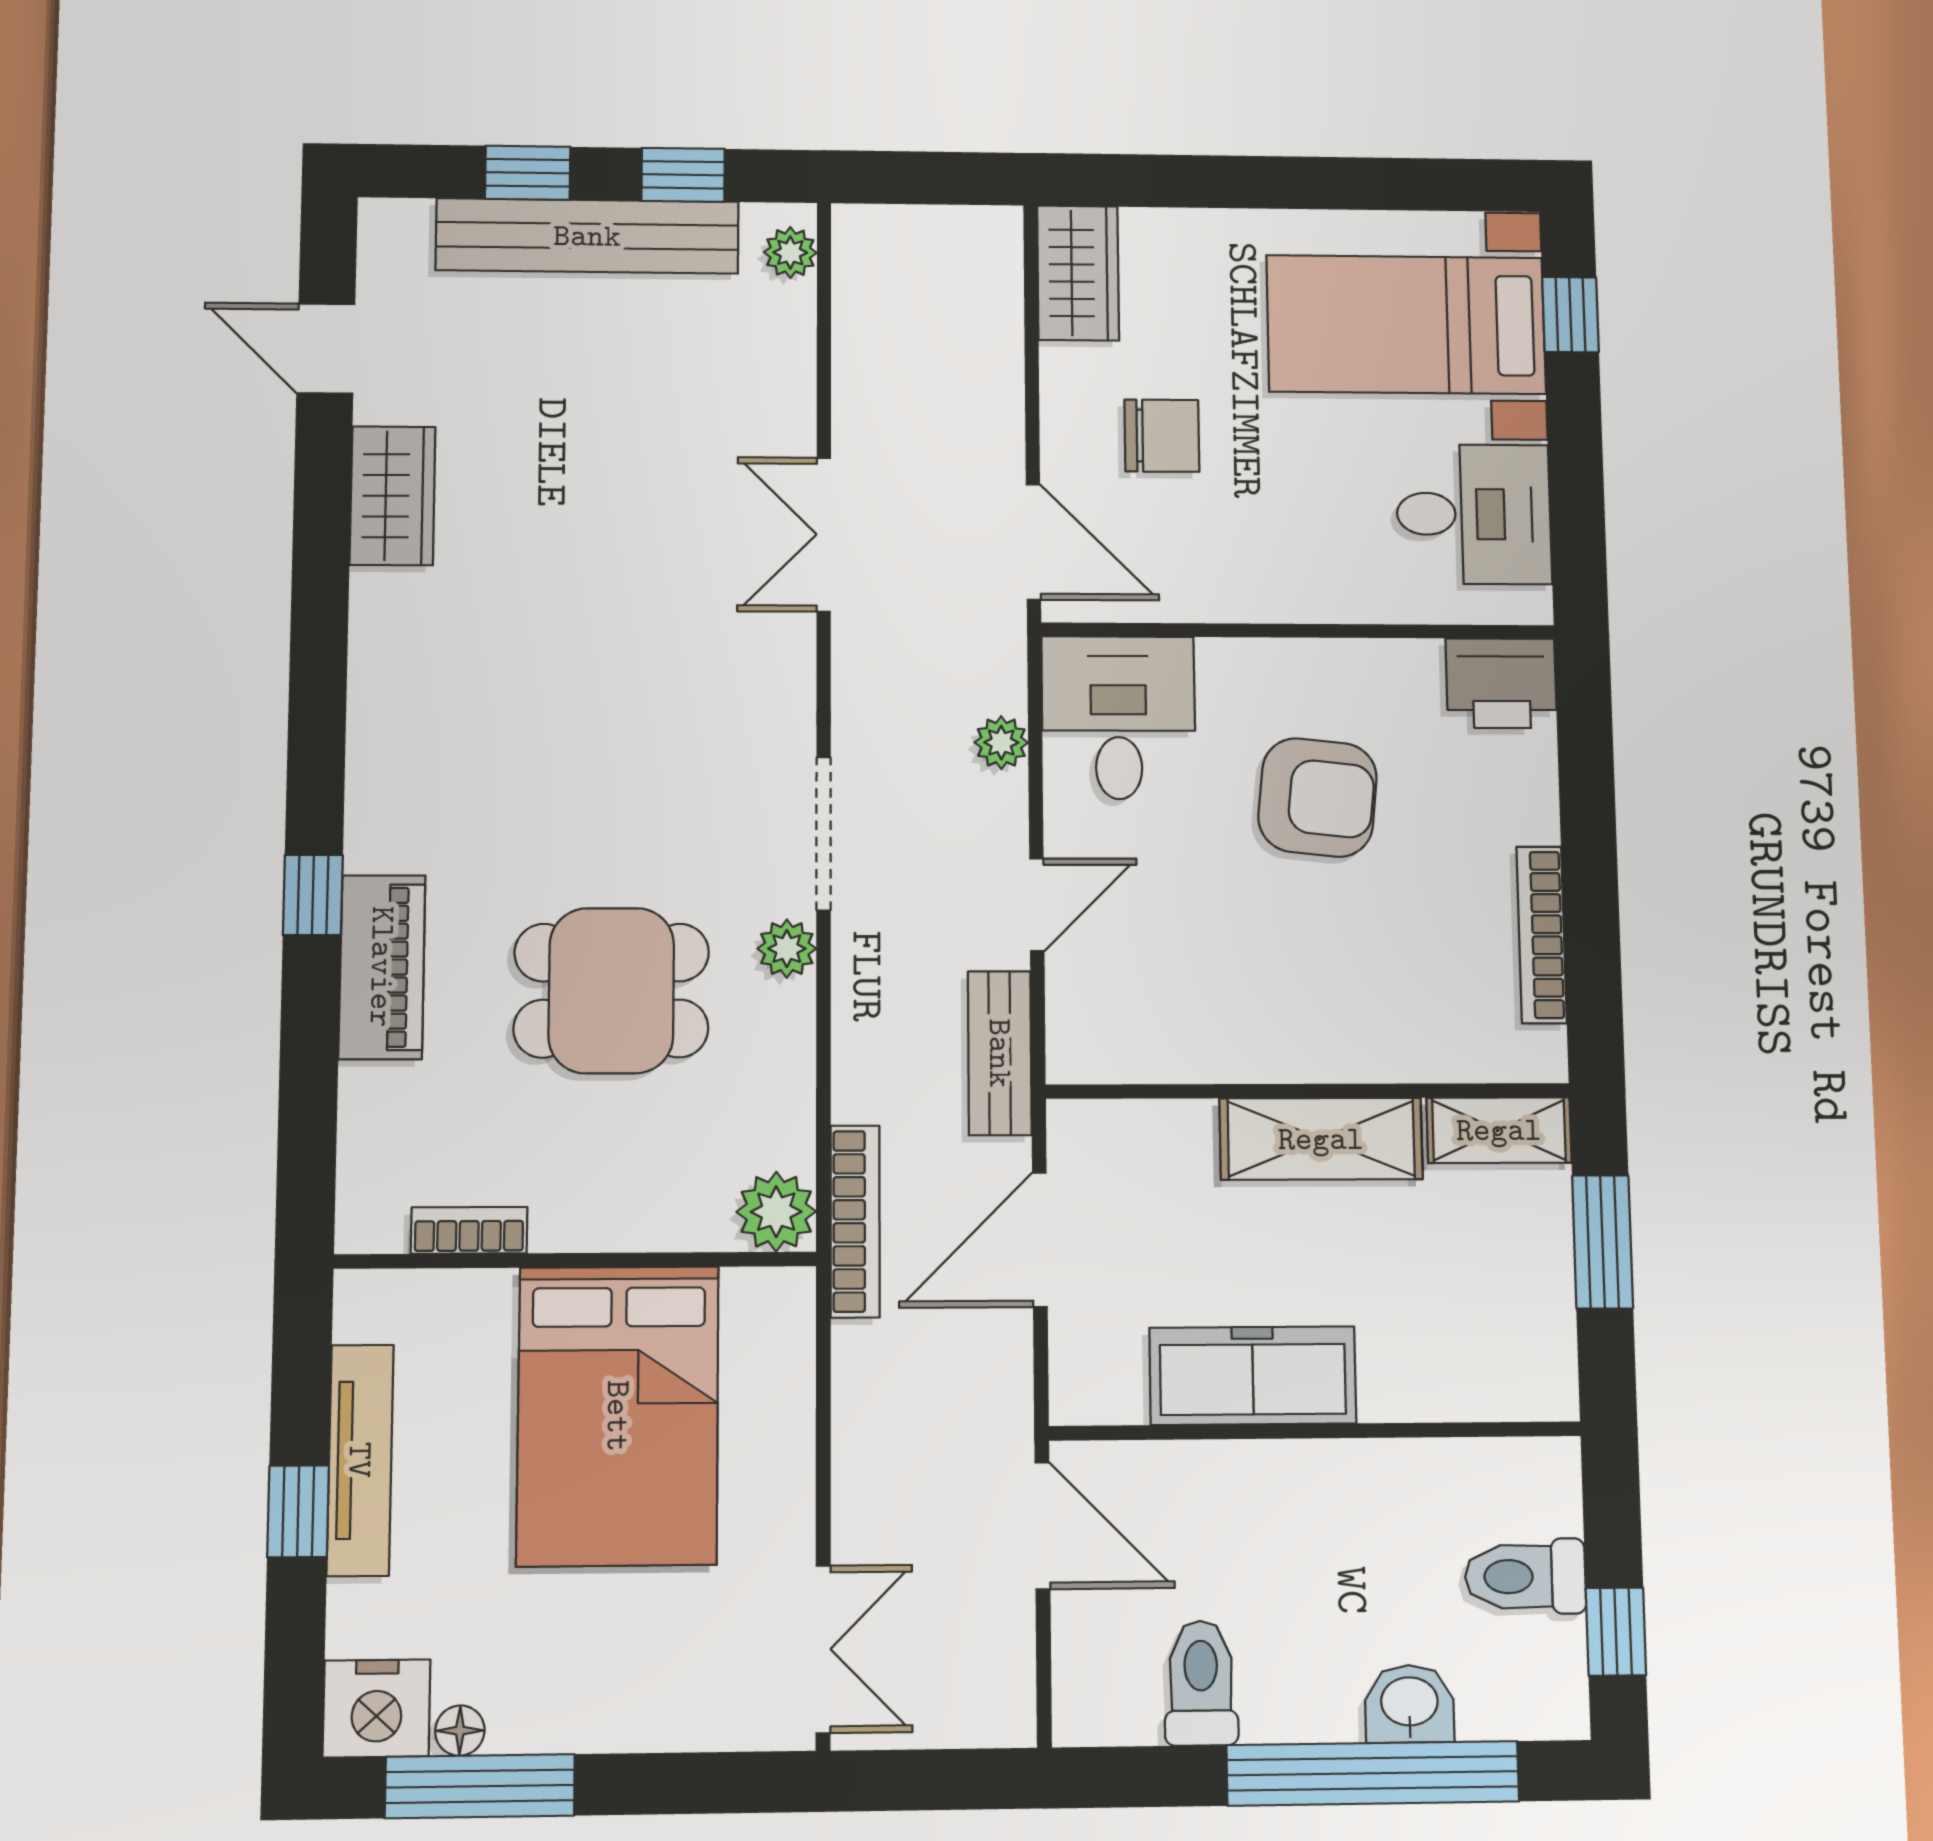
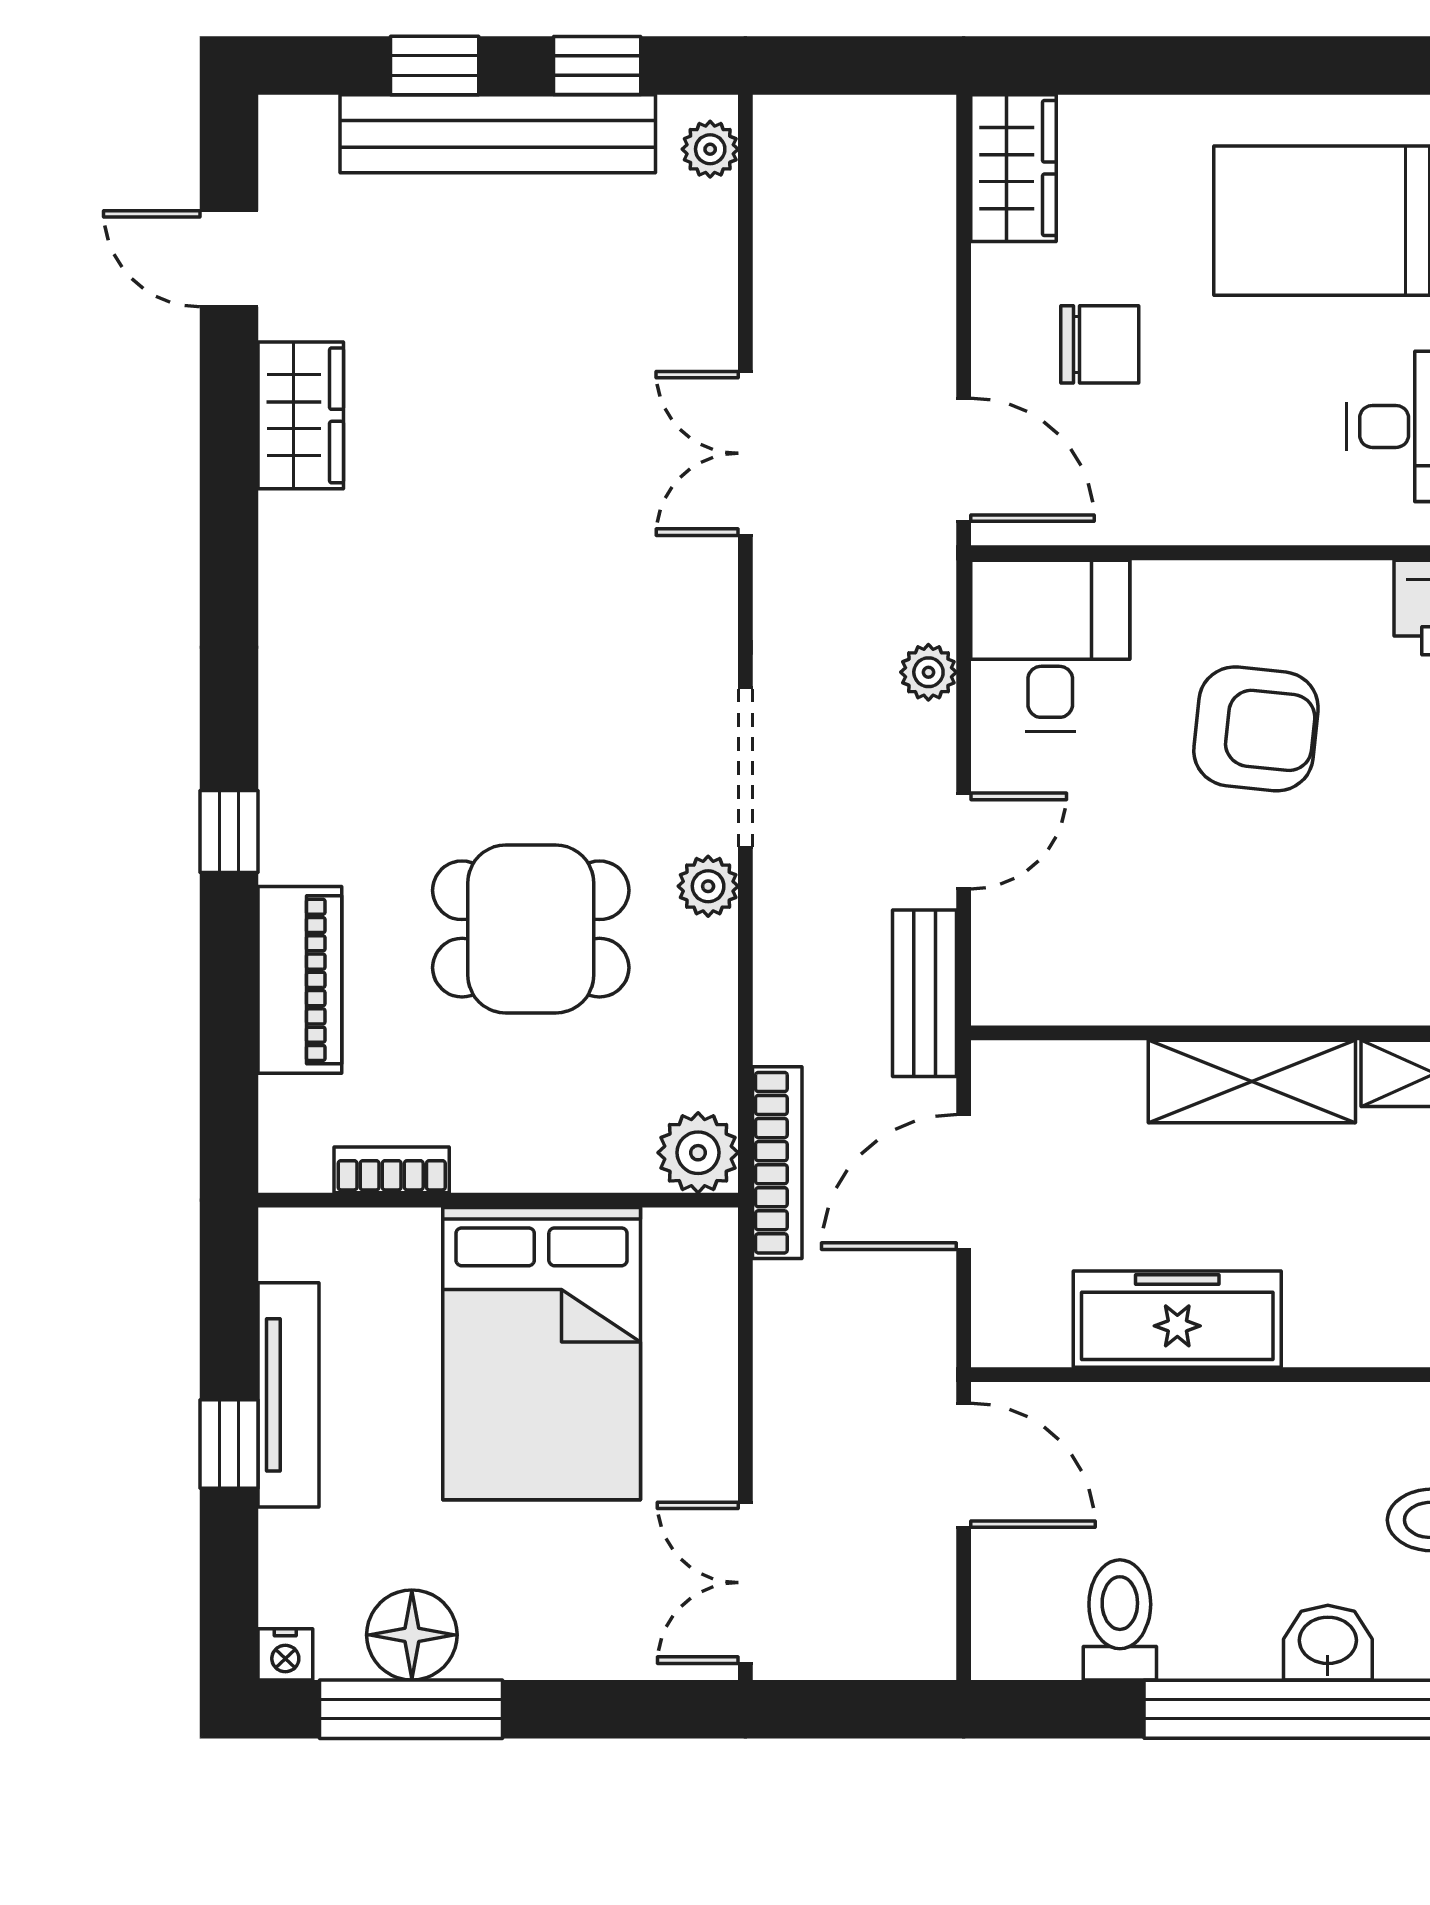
piano: (382, 967) -> (300, 980), moved
double door: (823, 1649) -> (745, 1583), swing flipped
nightstand: (377, 1708) -> (285, 1654), width x0.53, depth x0.56
floor lamp: (460, 1731) -> (412, 1635), width x1.89, depth x1.89

